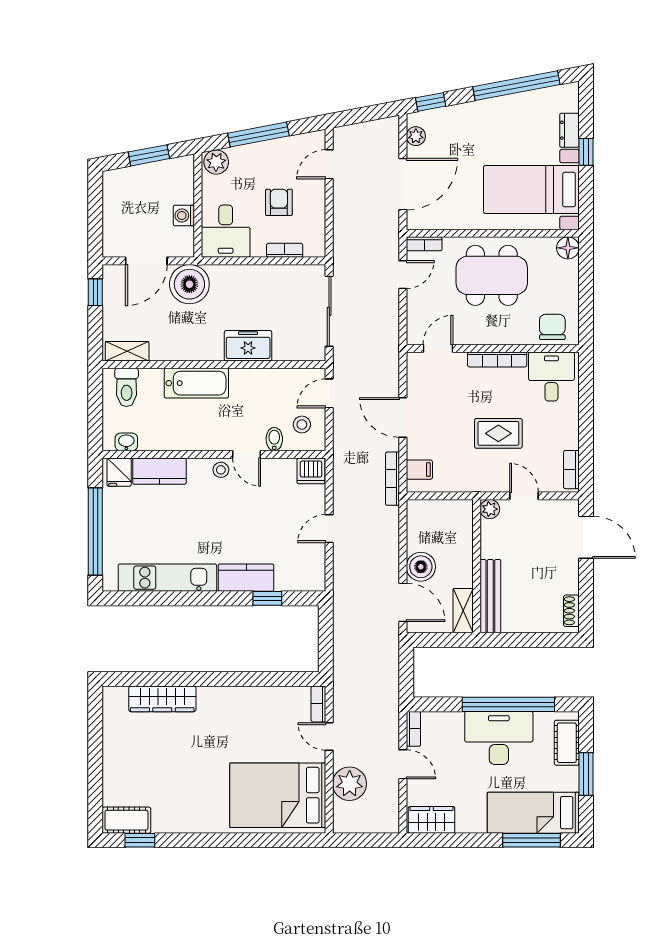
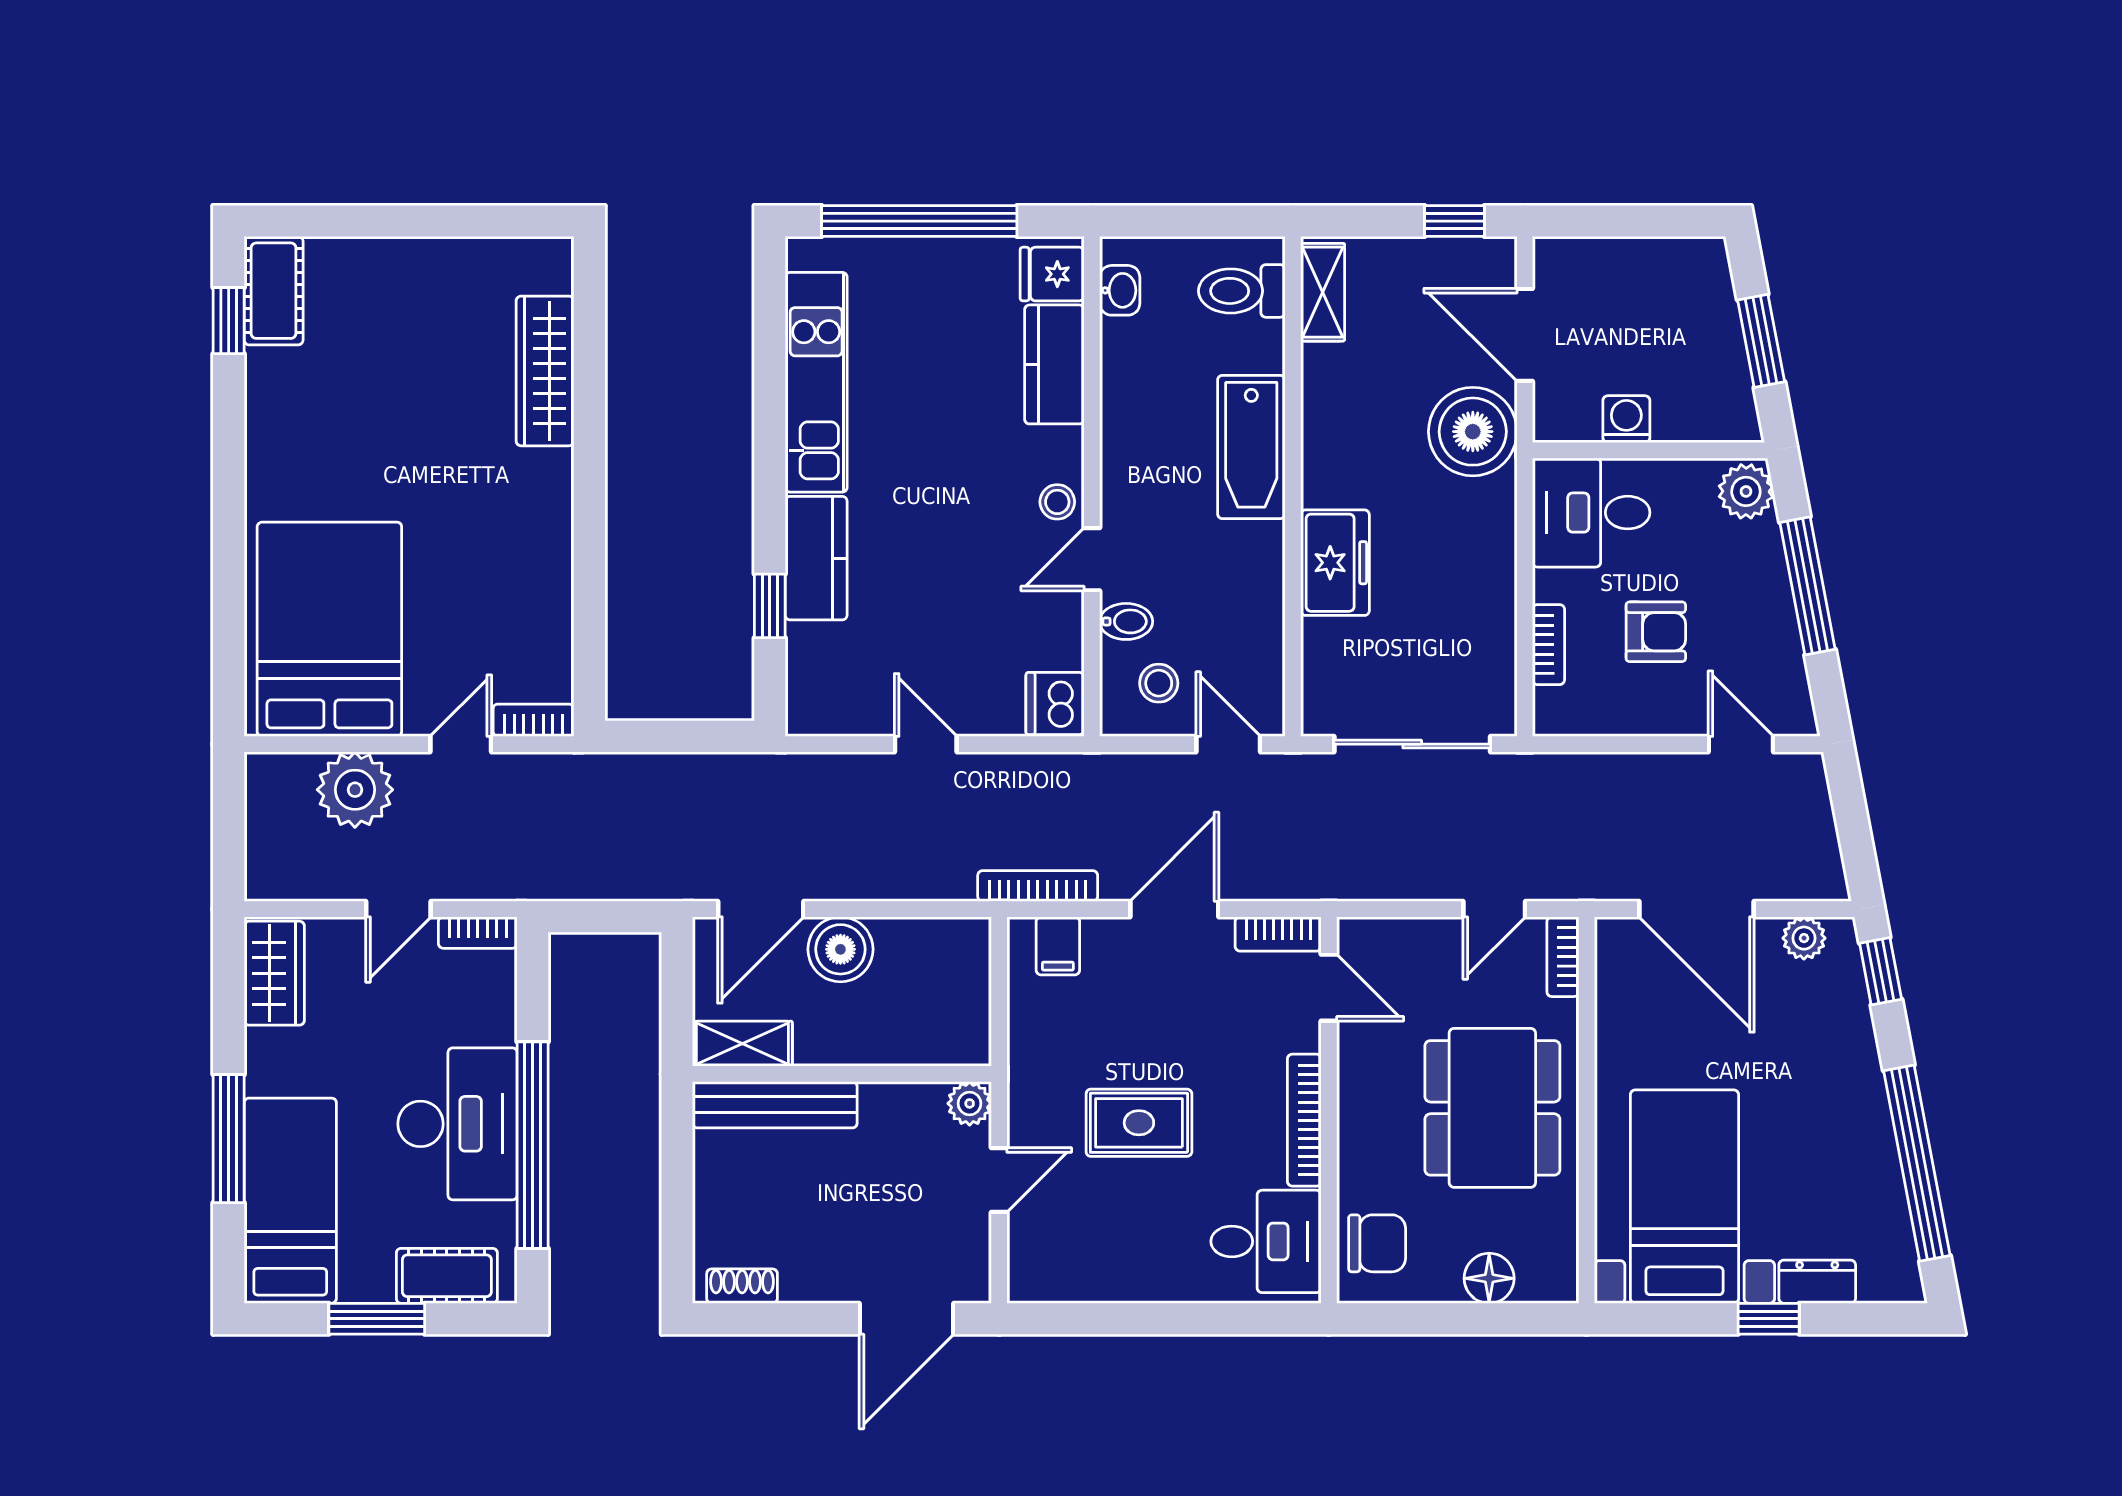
floor lamp: (568, 248) -> (1489, 1278), moved
door: (403, 275) -> (1494, 909), hinge flipped
rug: (498, 433) -> (1139, 1123), turned 90
bookcase: (571, 470) -> (1278, 934), moved, turned 180
window: (531, 840) -> (229, 1139), moved

